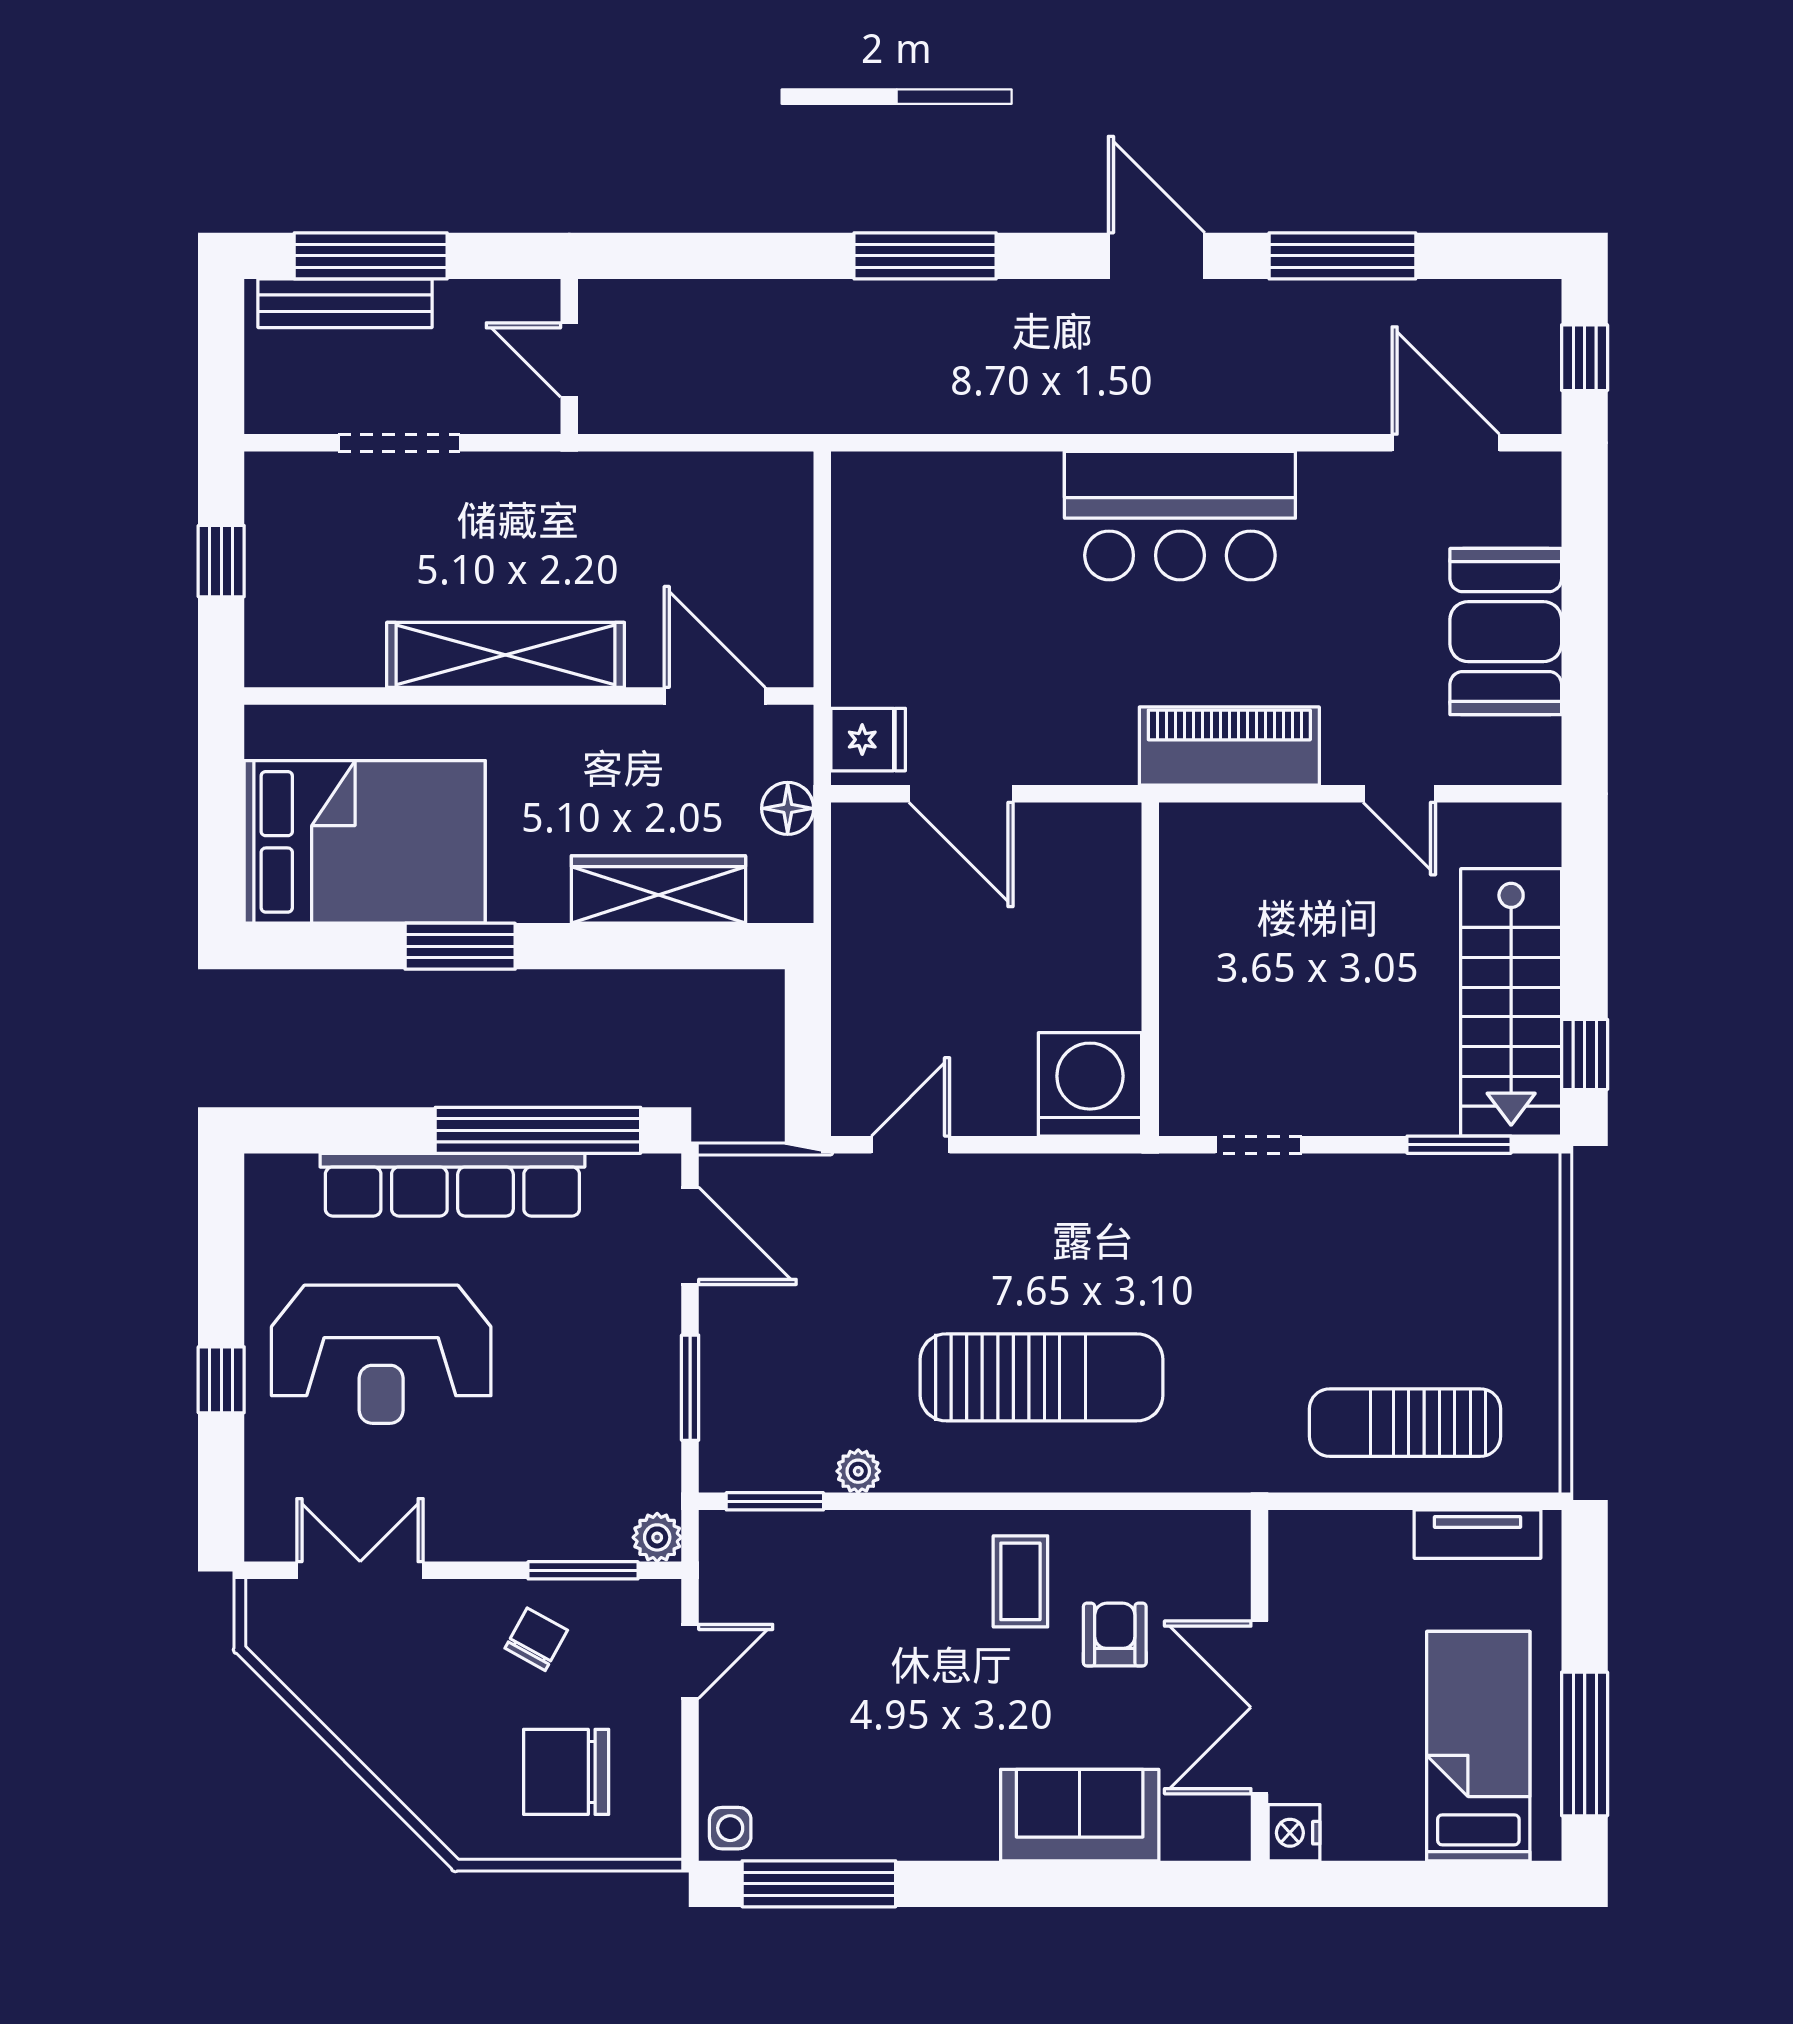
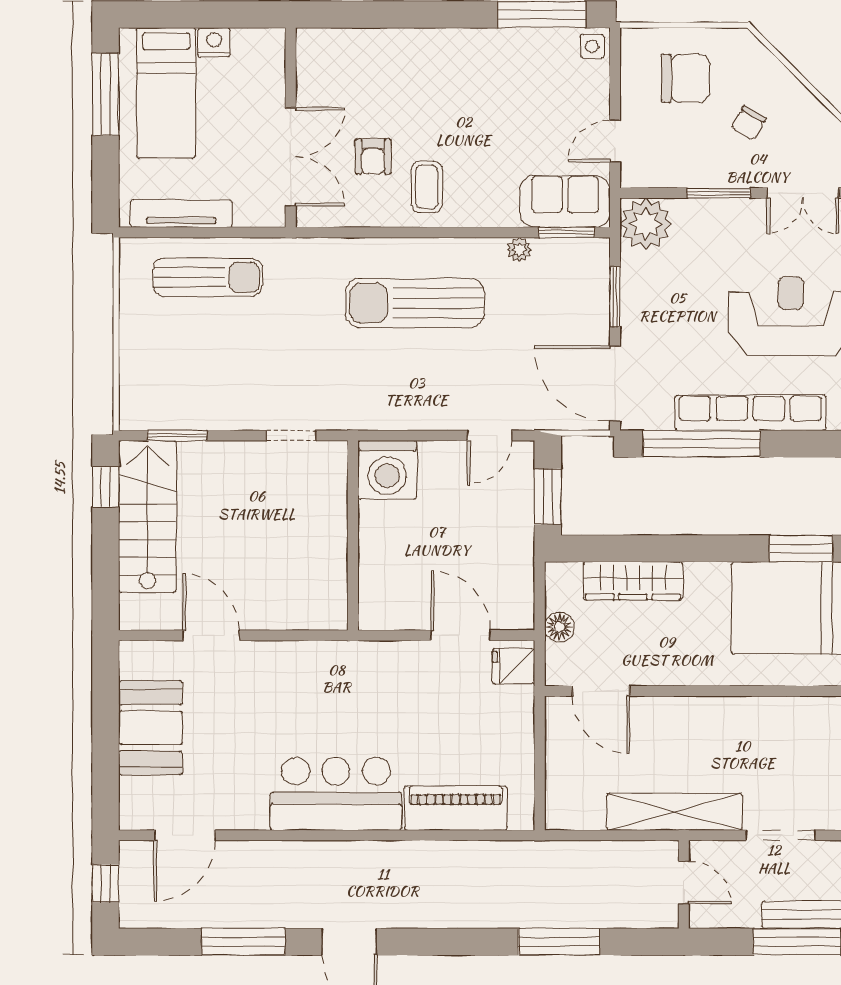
window: (925, 256) -> (559, 942), moved
door: (1446, 443) -> (185, 835), hinge flipped
shelving: (506, 655) -> (674, 812), moved
piano: (1229, 746) -> (456, 808), moved, turned 180
door: (1399, 794) -> (211, 635), width x1.38
window: (460, 946) -> (801, 549), moved
window: (808, 1037) -> (548, 497), added
door: (690, 1236) -> (615, 384), width x1.36
tv unit: (1478, 1534) -> (181, 214), width x1.41
plant: (657, 1537) -> (646, 224), width x1.87, depth x1.87
window: (583, 1570) -> (719, 193), moved
chair: (536, 1639) -> (749, 123), moved
double door: (1260, 1707) -> (291, 157), moved
sofa: (1080, 1815) -> (565, 201), moved, turned 180
nightstand: (1294, 1833) -> (214, 42), moved, turned -90

